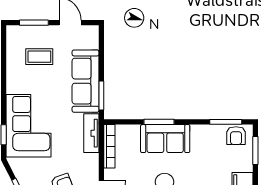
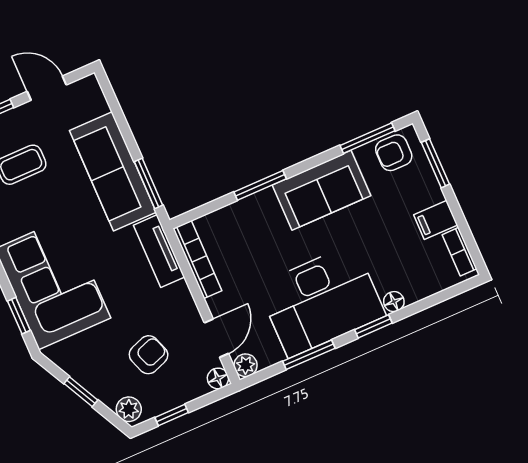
armchair: (236, 136) -> (394, 153), turned 90
sofa: (165, 139) -> (321, 190), moved

